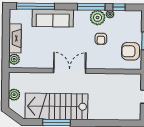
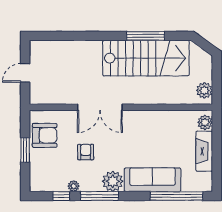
plant: (98, 18) -> (113, 181), moved
double door: (70, 71) -> (100, 107), moved
plant: (14, 95) -> (204, 90), moved

